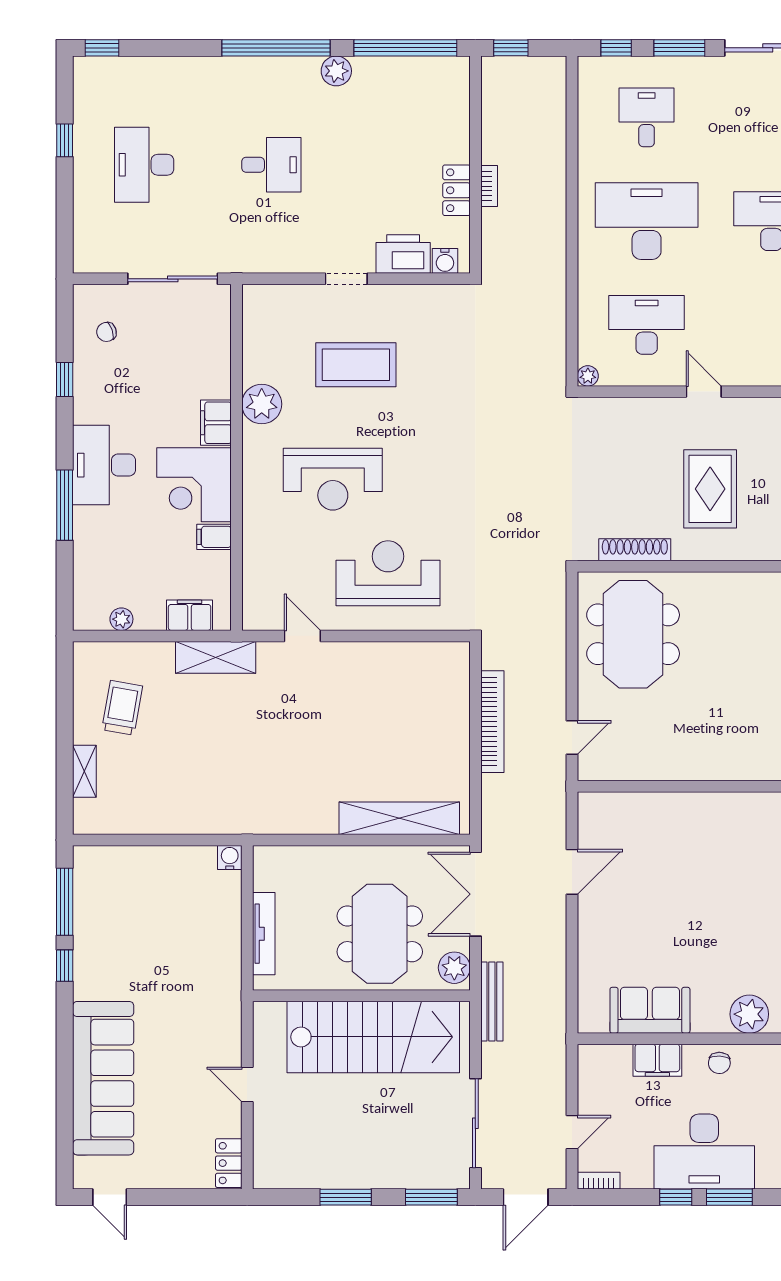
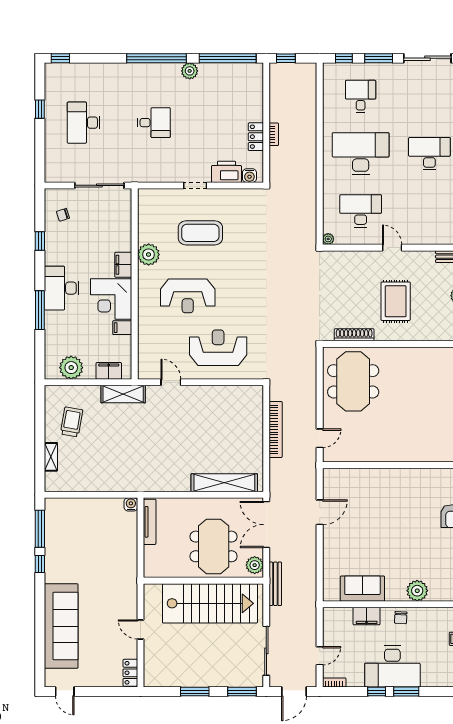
plant: (121, 619) -> (71, 368), width x1.88, depth x1.88
tv unit: (264, 934) -> (150, 522), moved

